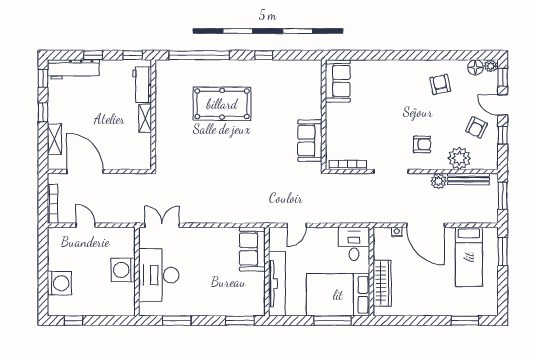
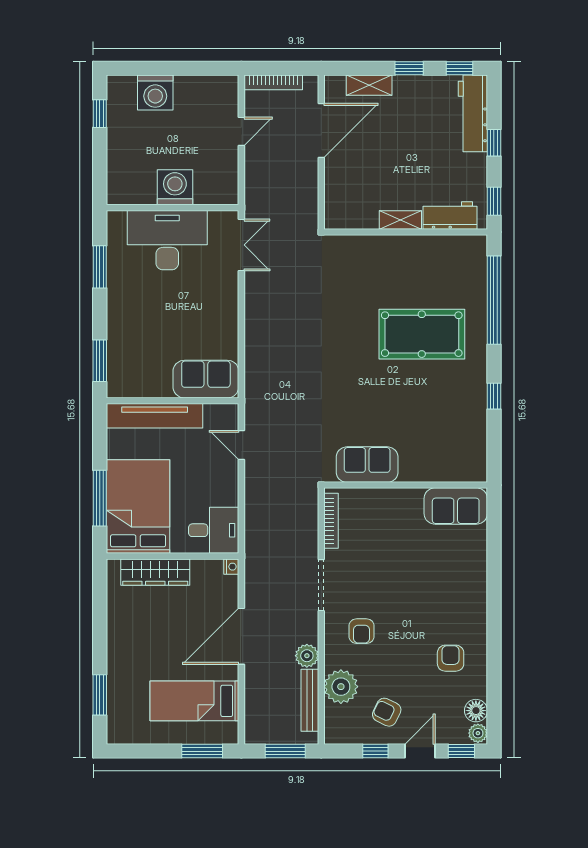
armchair: (440, 84) -> (451, 658), turned -78
pool table: (222, 104) -> (422, 334), turned 90
nightstand: (397, 232) -> (231, 567), moved

